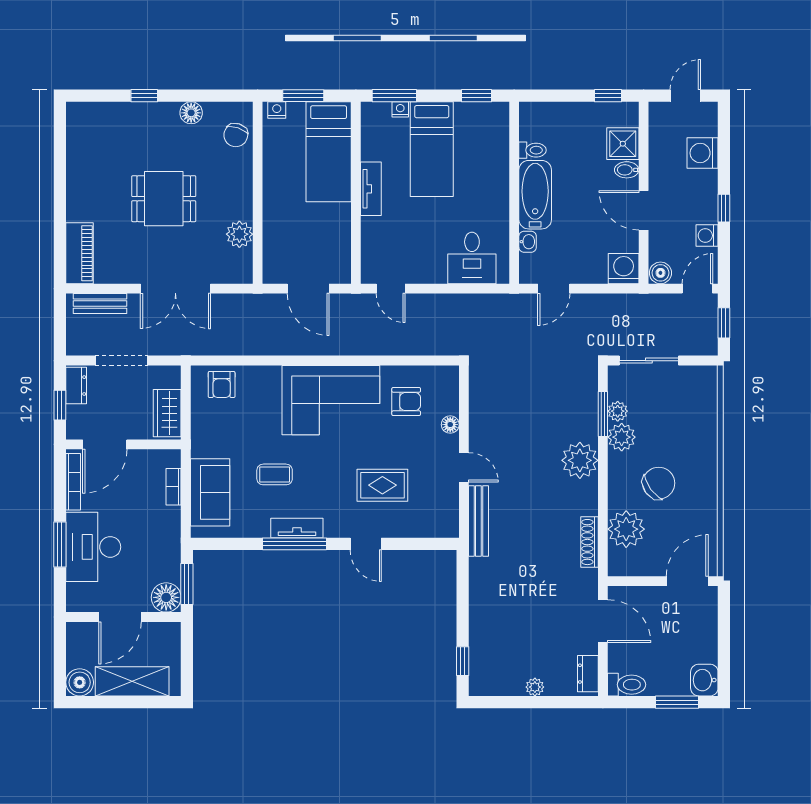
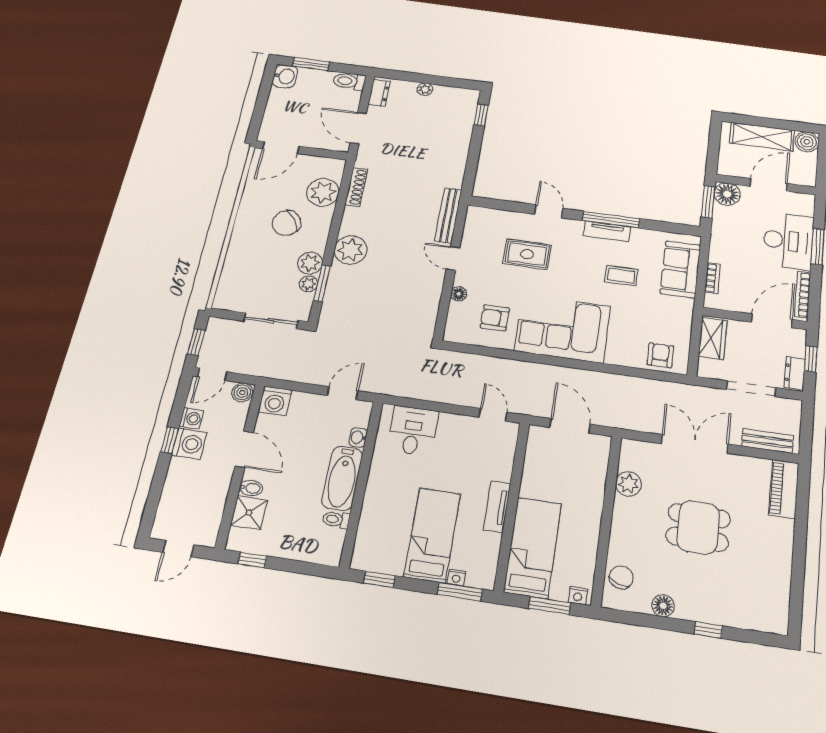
washing machine: (703, 153) -> (189, 444), moved

